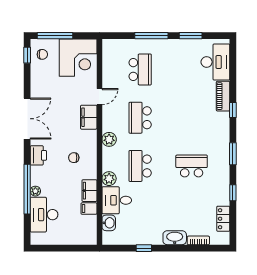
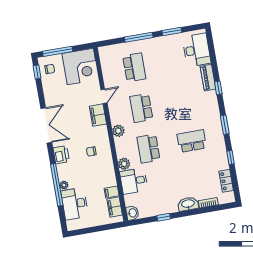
filing cabinet: (89, 191) -> (115, 207), moved
washbasin: (109, 223) -> (132, 213), moved

